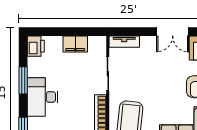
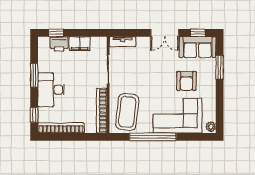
window: (48, 32) -> (56, 33), added
printer: (36, 46) -> (59, 44), moved, turned 90

